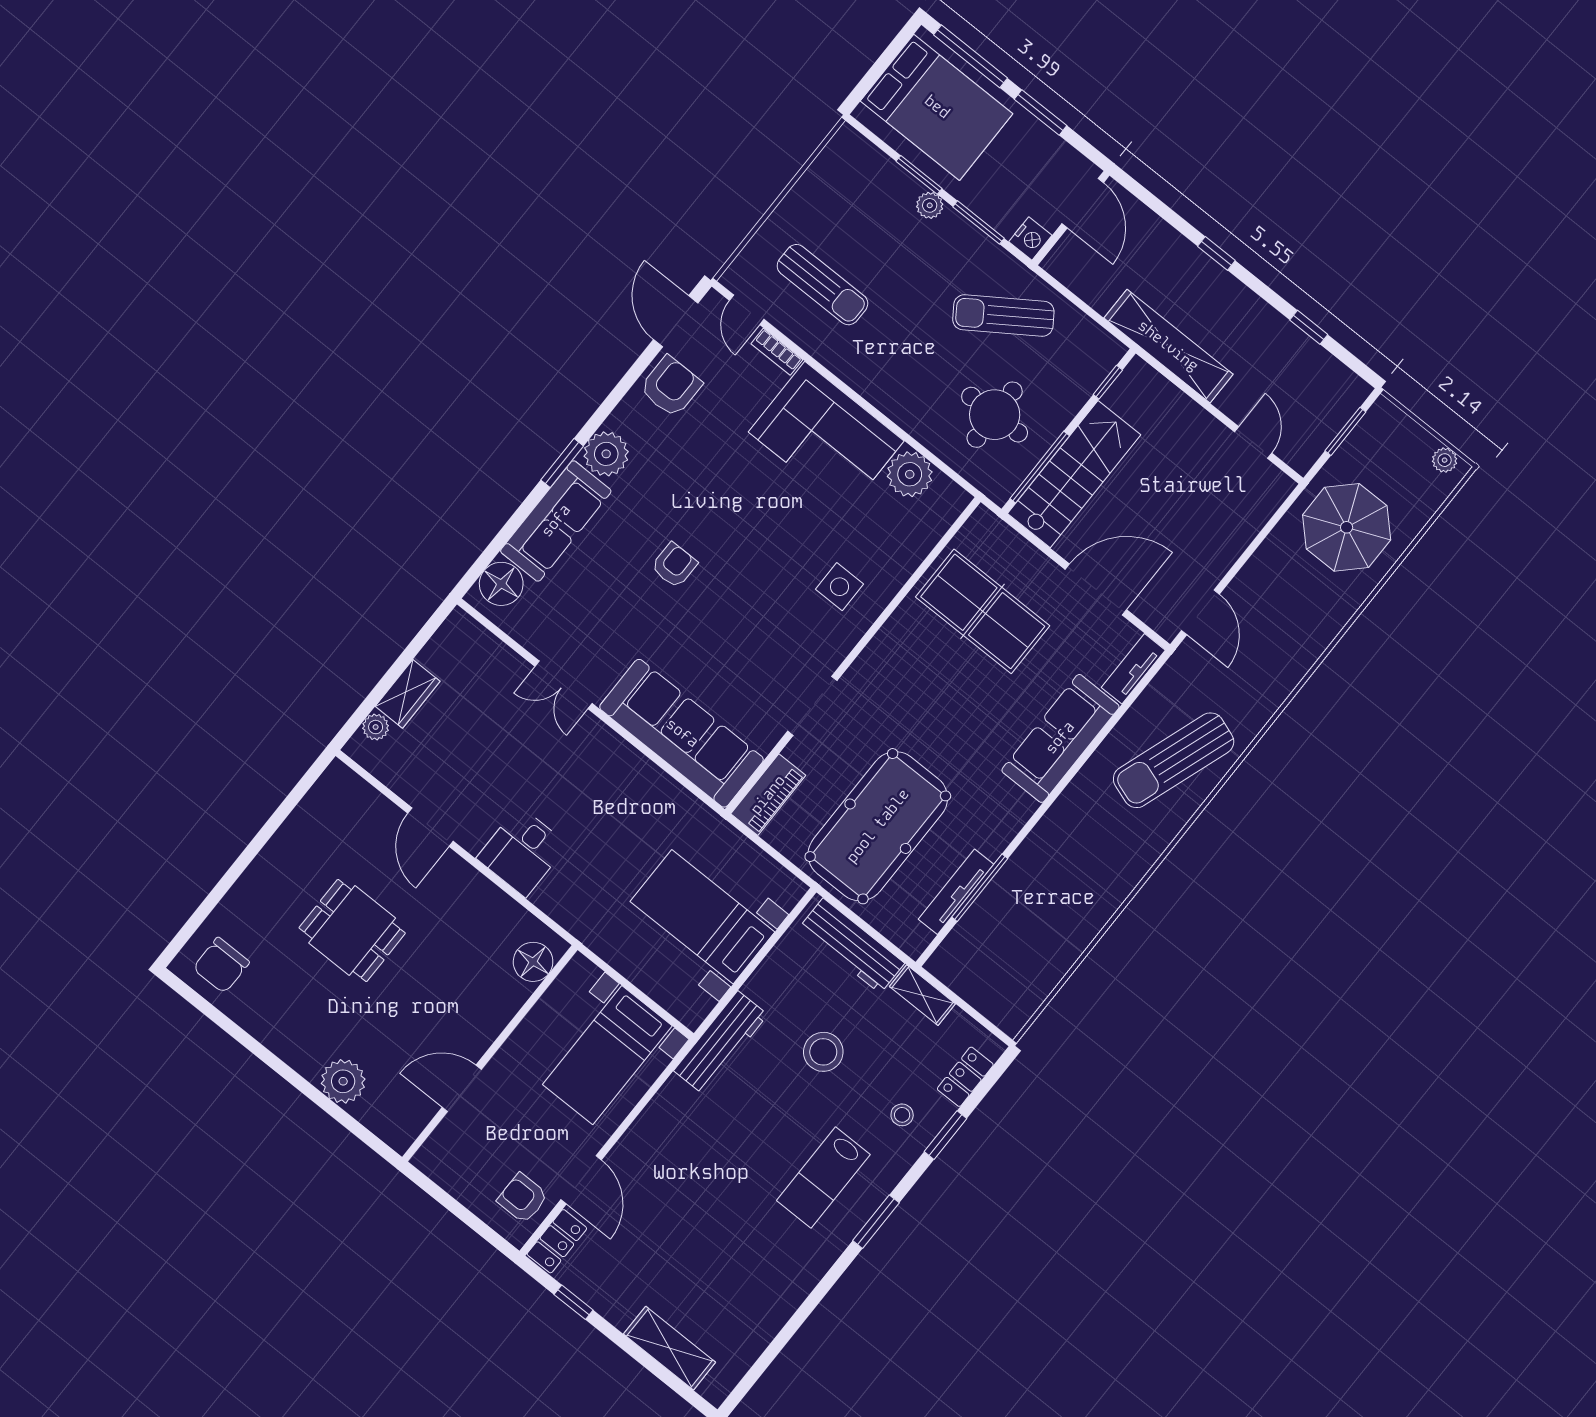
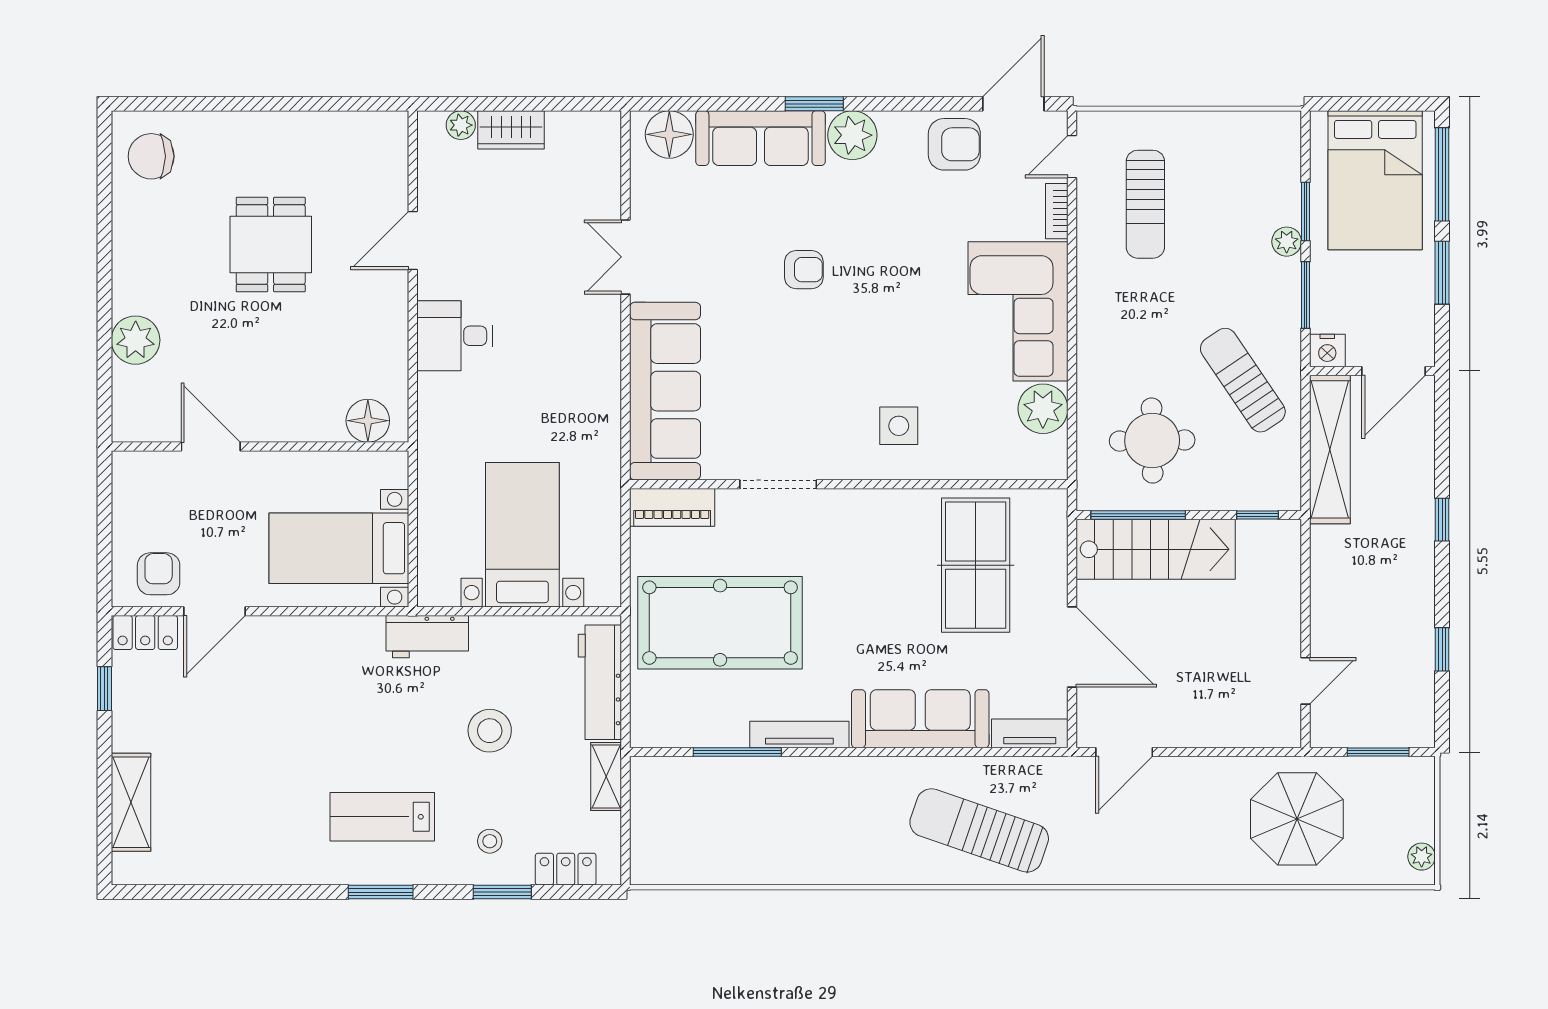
shelving: (1168, 346) -> (1330, 449), moved
tv unit: (956, 892) -> (799, 734), moved
workbench: (721, 1043) -> (427, 637), width x0.73

